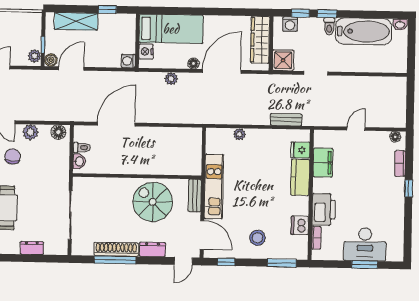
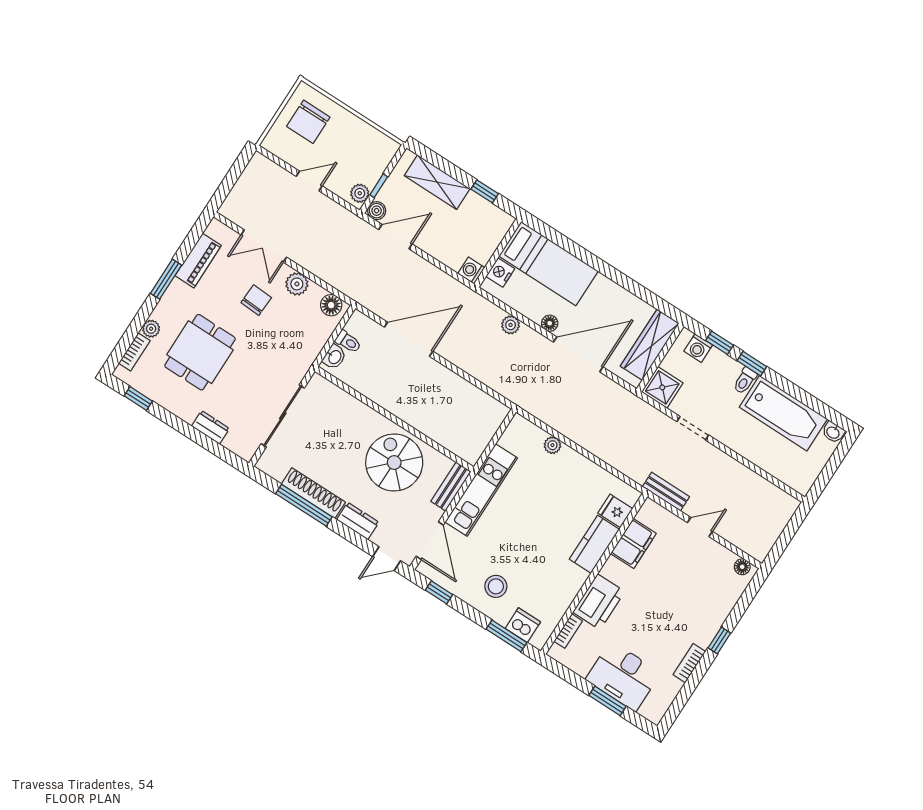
bench: (286, 120) -> (666, 492), moved
bookcase: (400, 164) -> (689, 663), moved
dishwasher: (300, 225) -> (523, 625), moved, turned 90

